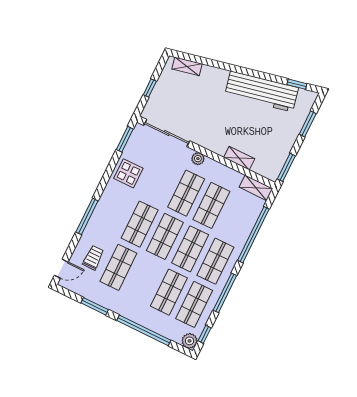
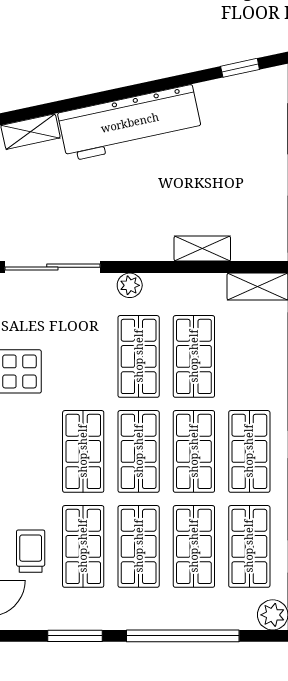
workbench: (262, 92) -> (130, 123), moved
shop shelf: (144, 280) -> (139, 546), added

